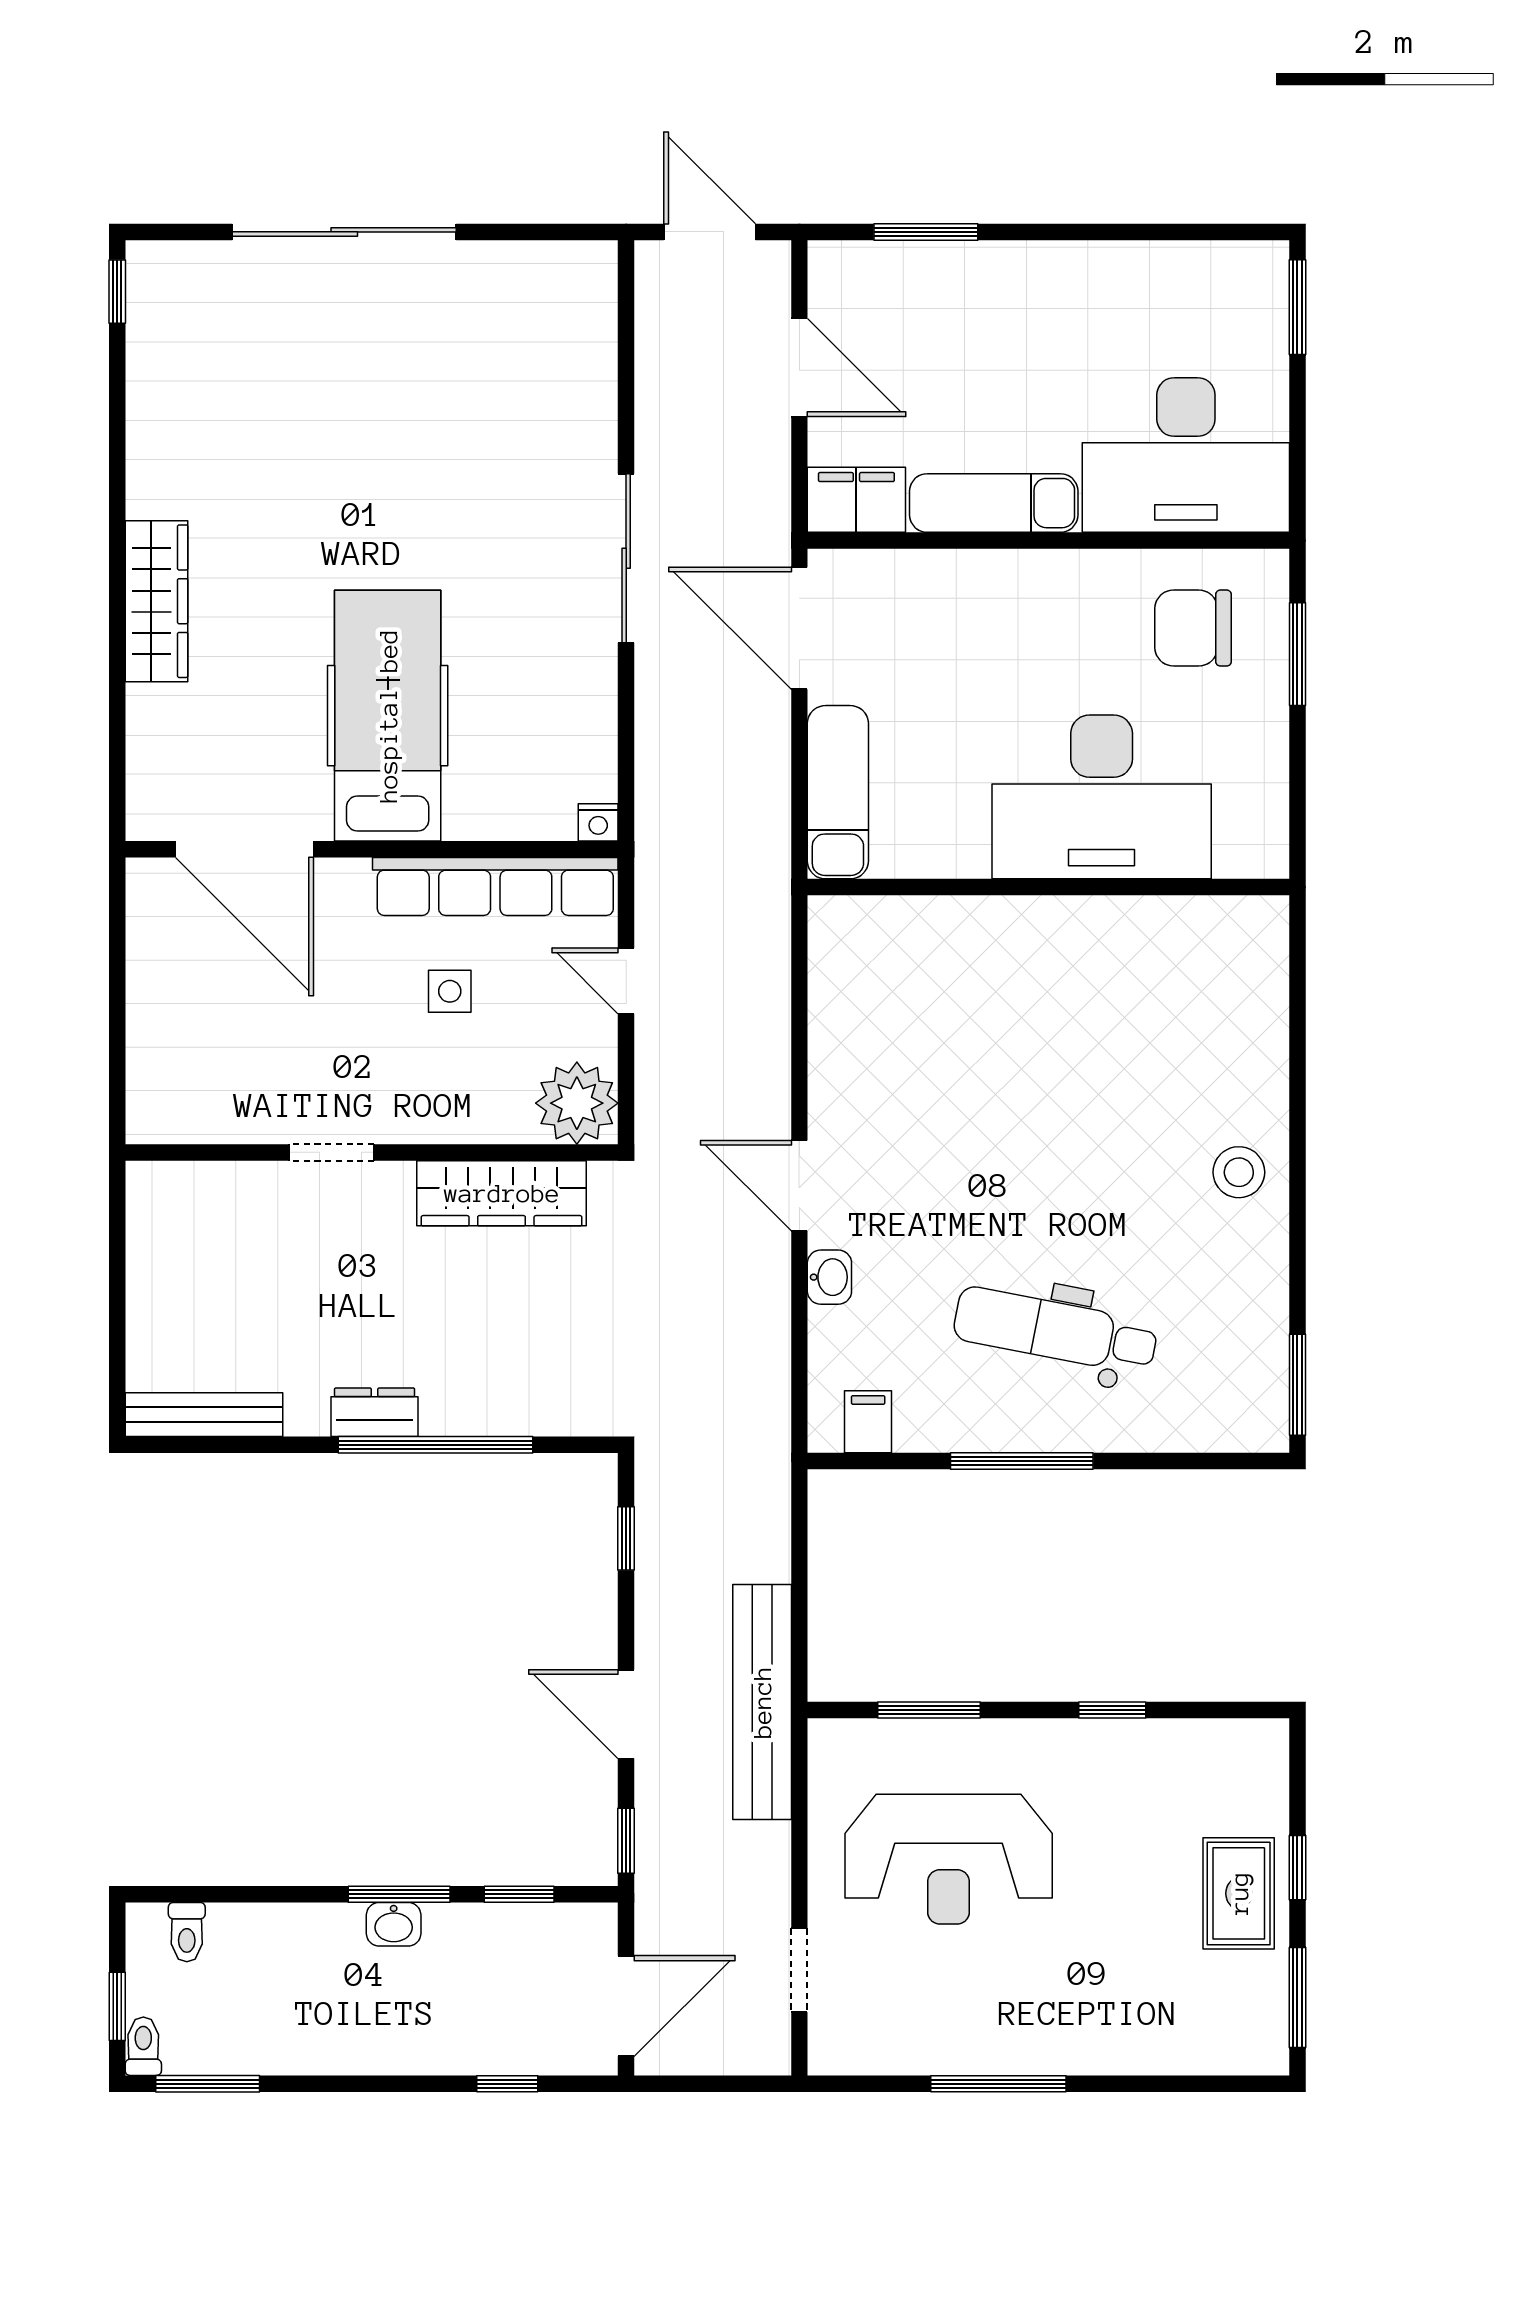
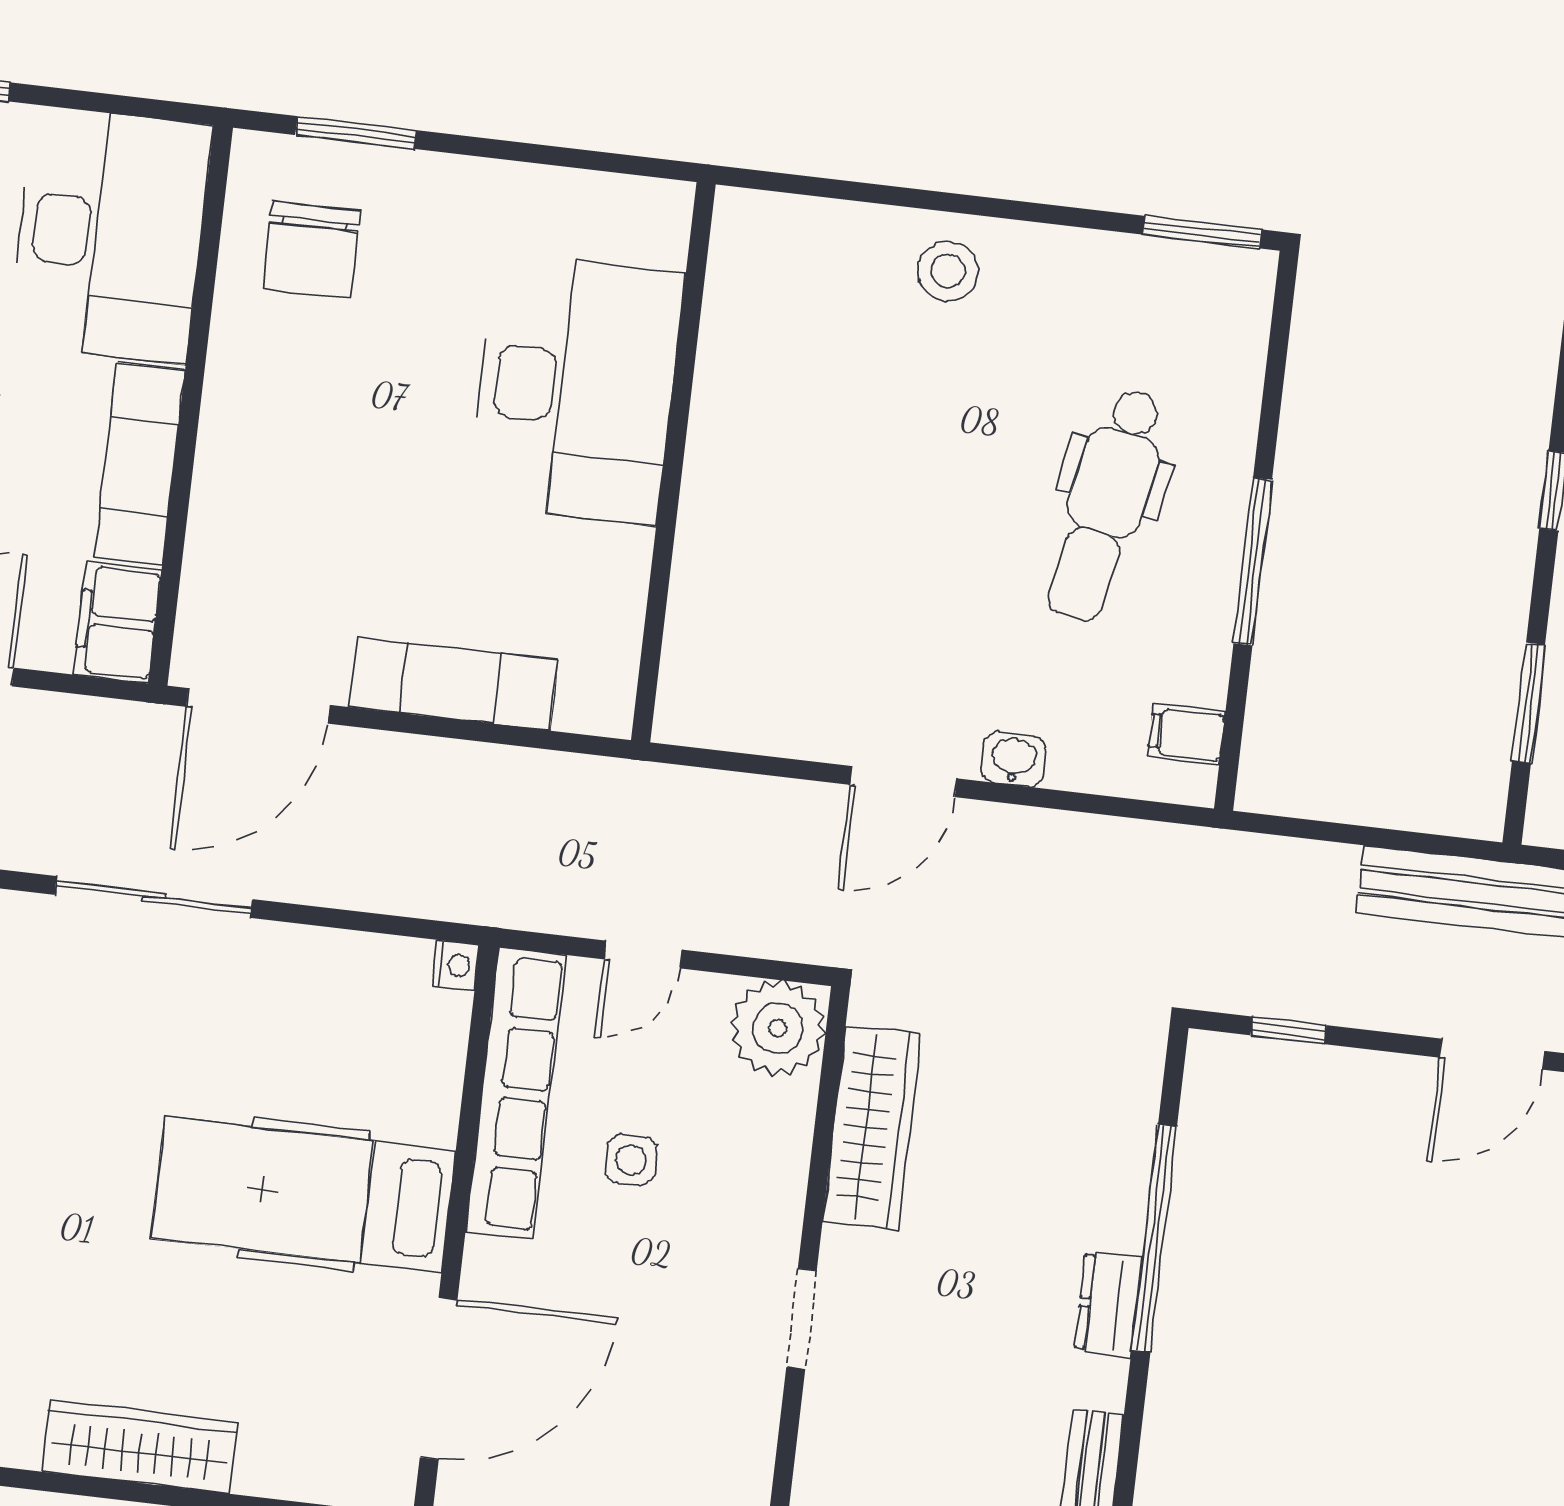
desk: (1102, 797) -> (576, 388), moved
wall: (1048, 887) -> (673, 462), moved

